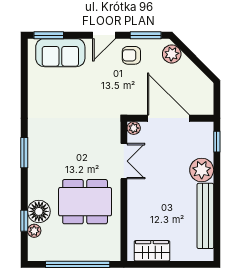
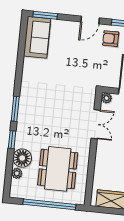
sofa: (60, 53) -> (37, 37), moved, turned -90
dining table: (85, 202) -> (58, 169), moved, turned 90
window: (24, 221) -> (12, 140), moved

